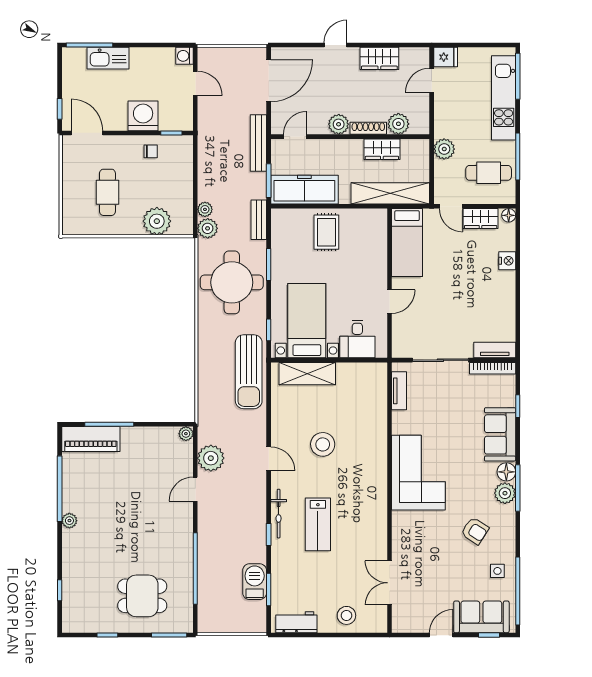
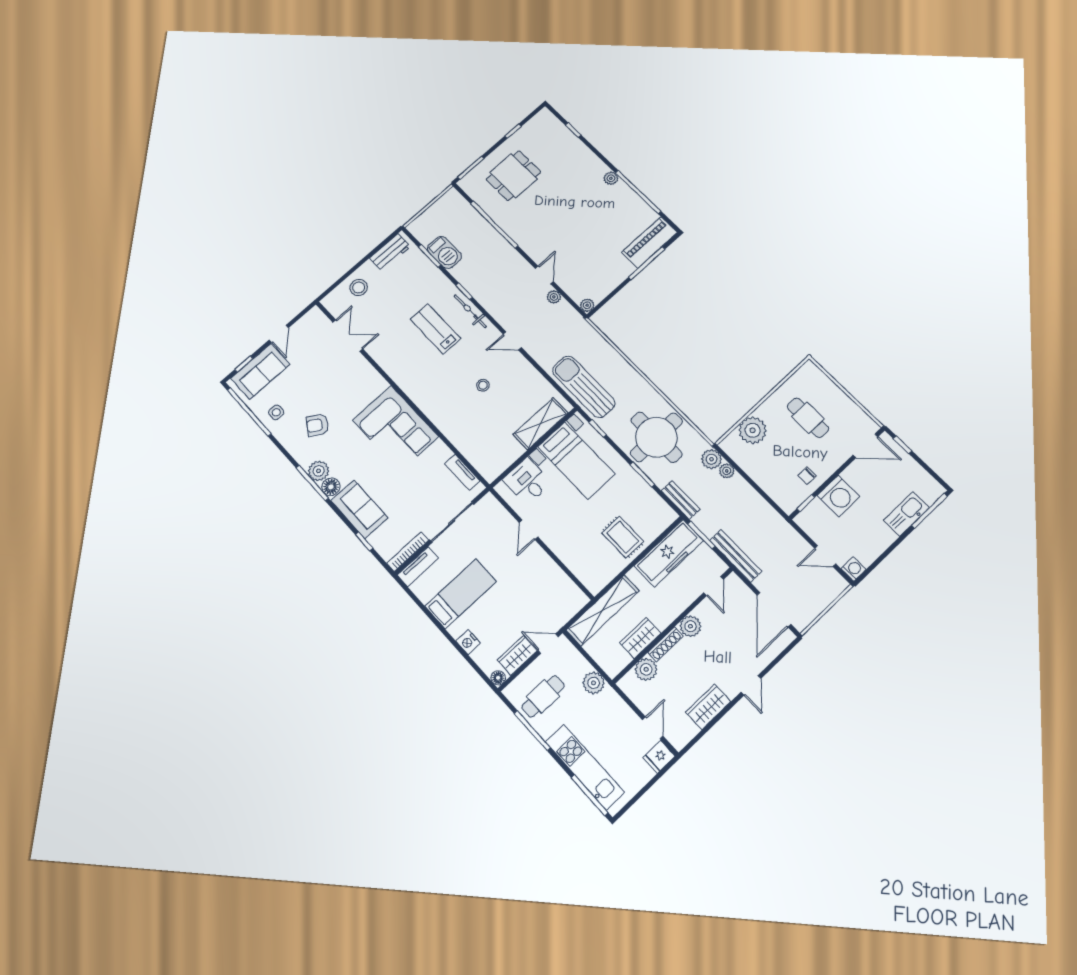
bed: (407, 243) -> (461, 594), moved, turned 90
stool: (323, 444) -> (483, 385), width x0.53, depth x0.53
plant: (211, 458) -> (554, 297), width x0.53, depth x0.53

